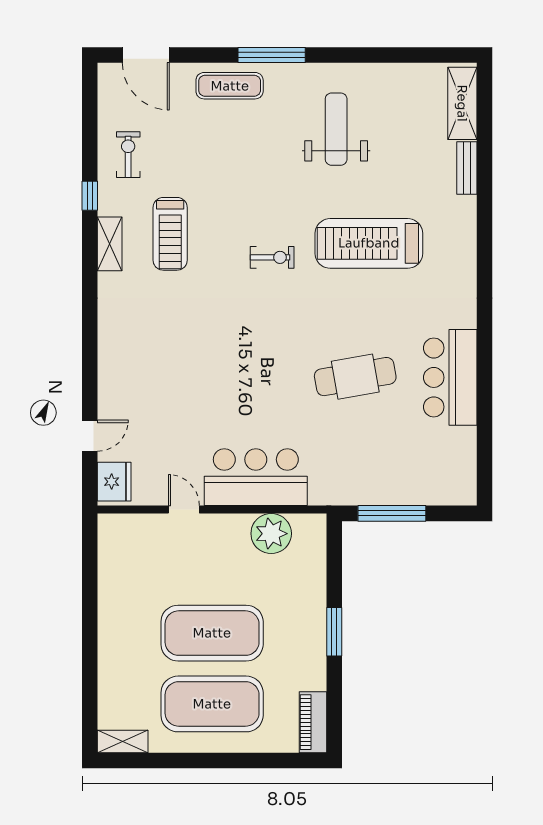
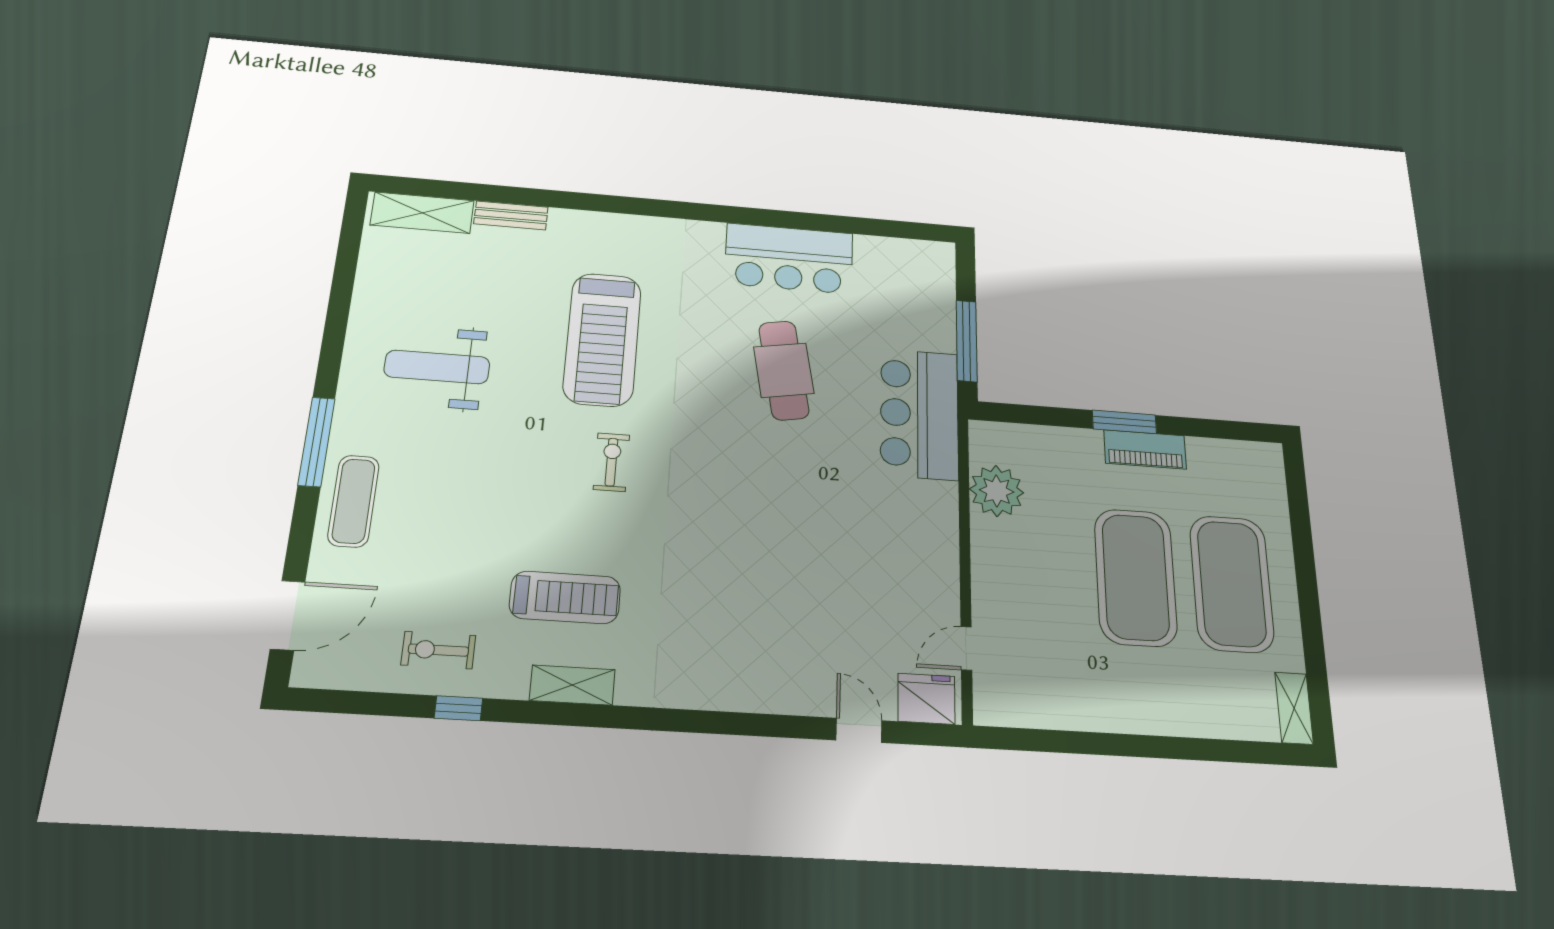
window: (90, 196) -> (458, 708), moved
bar counter: (256, 477) -> (919, 414), moved
door: (184, 510) -> (966, 648), moved
piano: (313, 722) -> (1145, 449), moved

